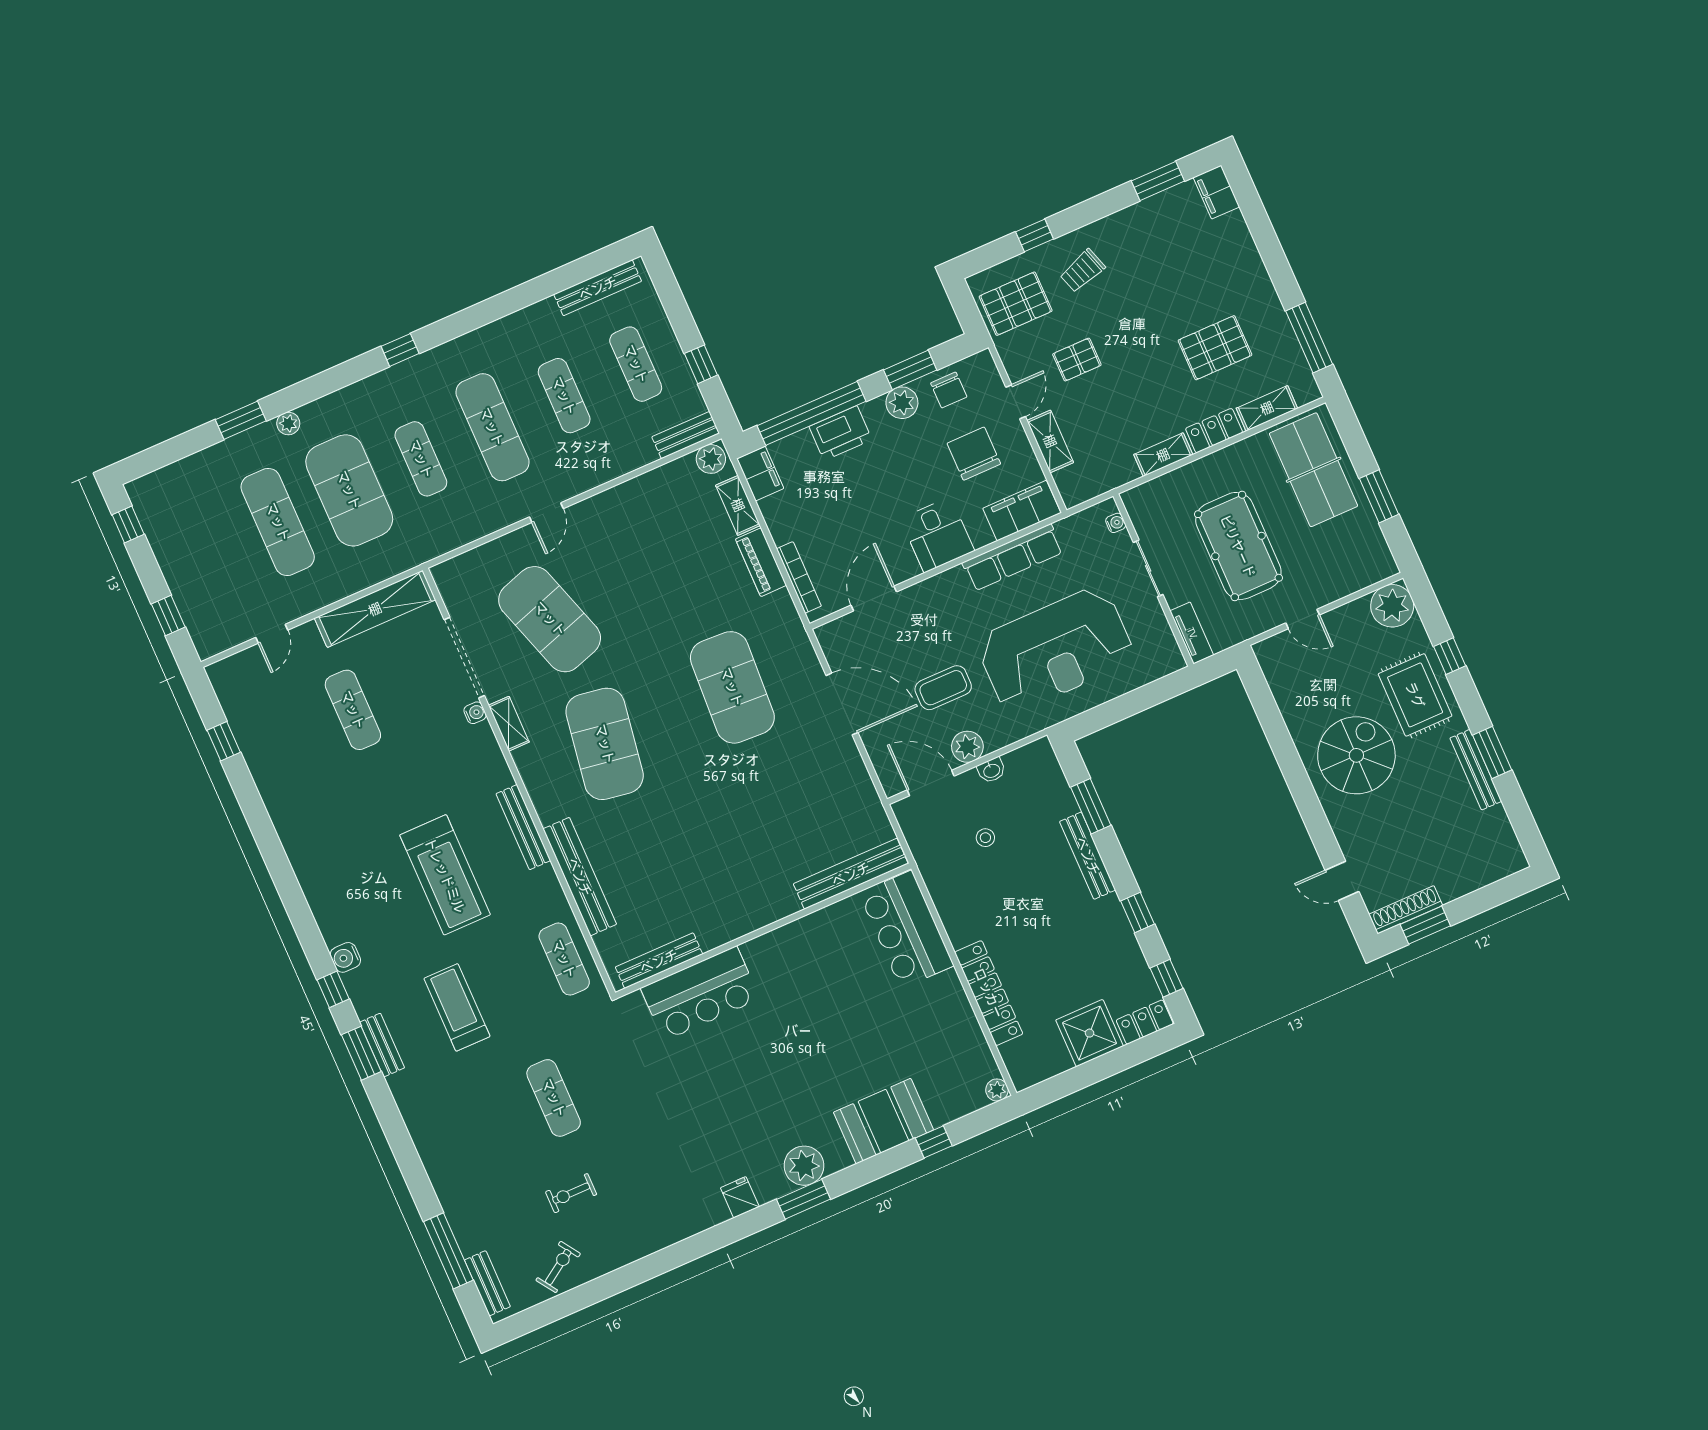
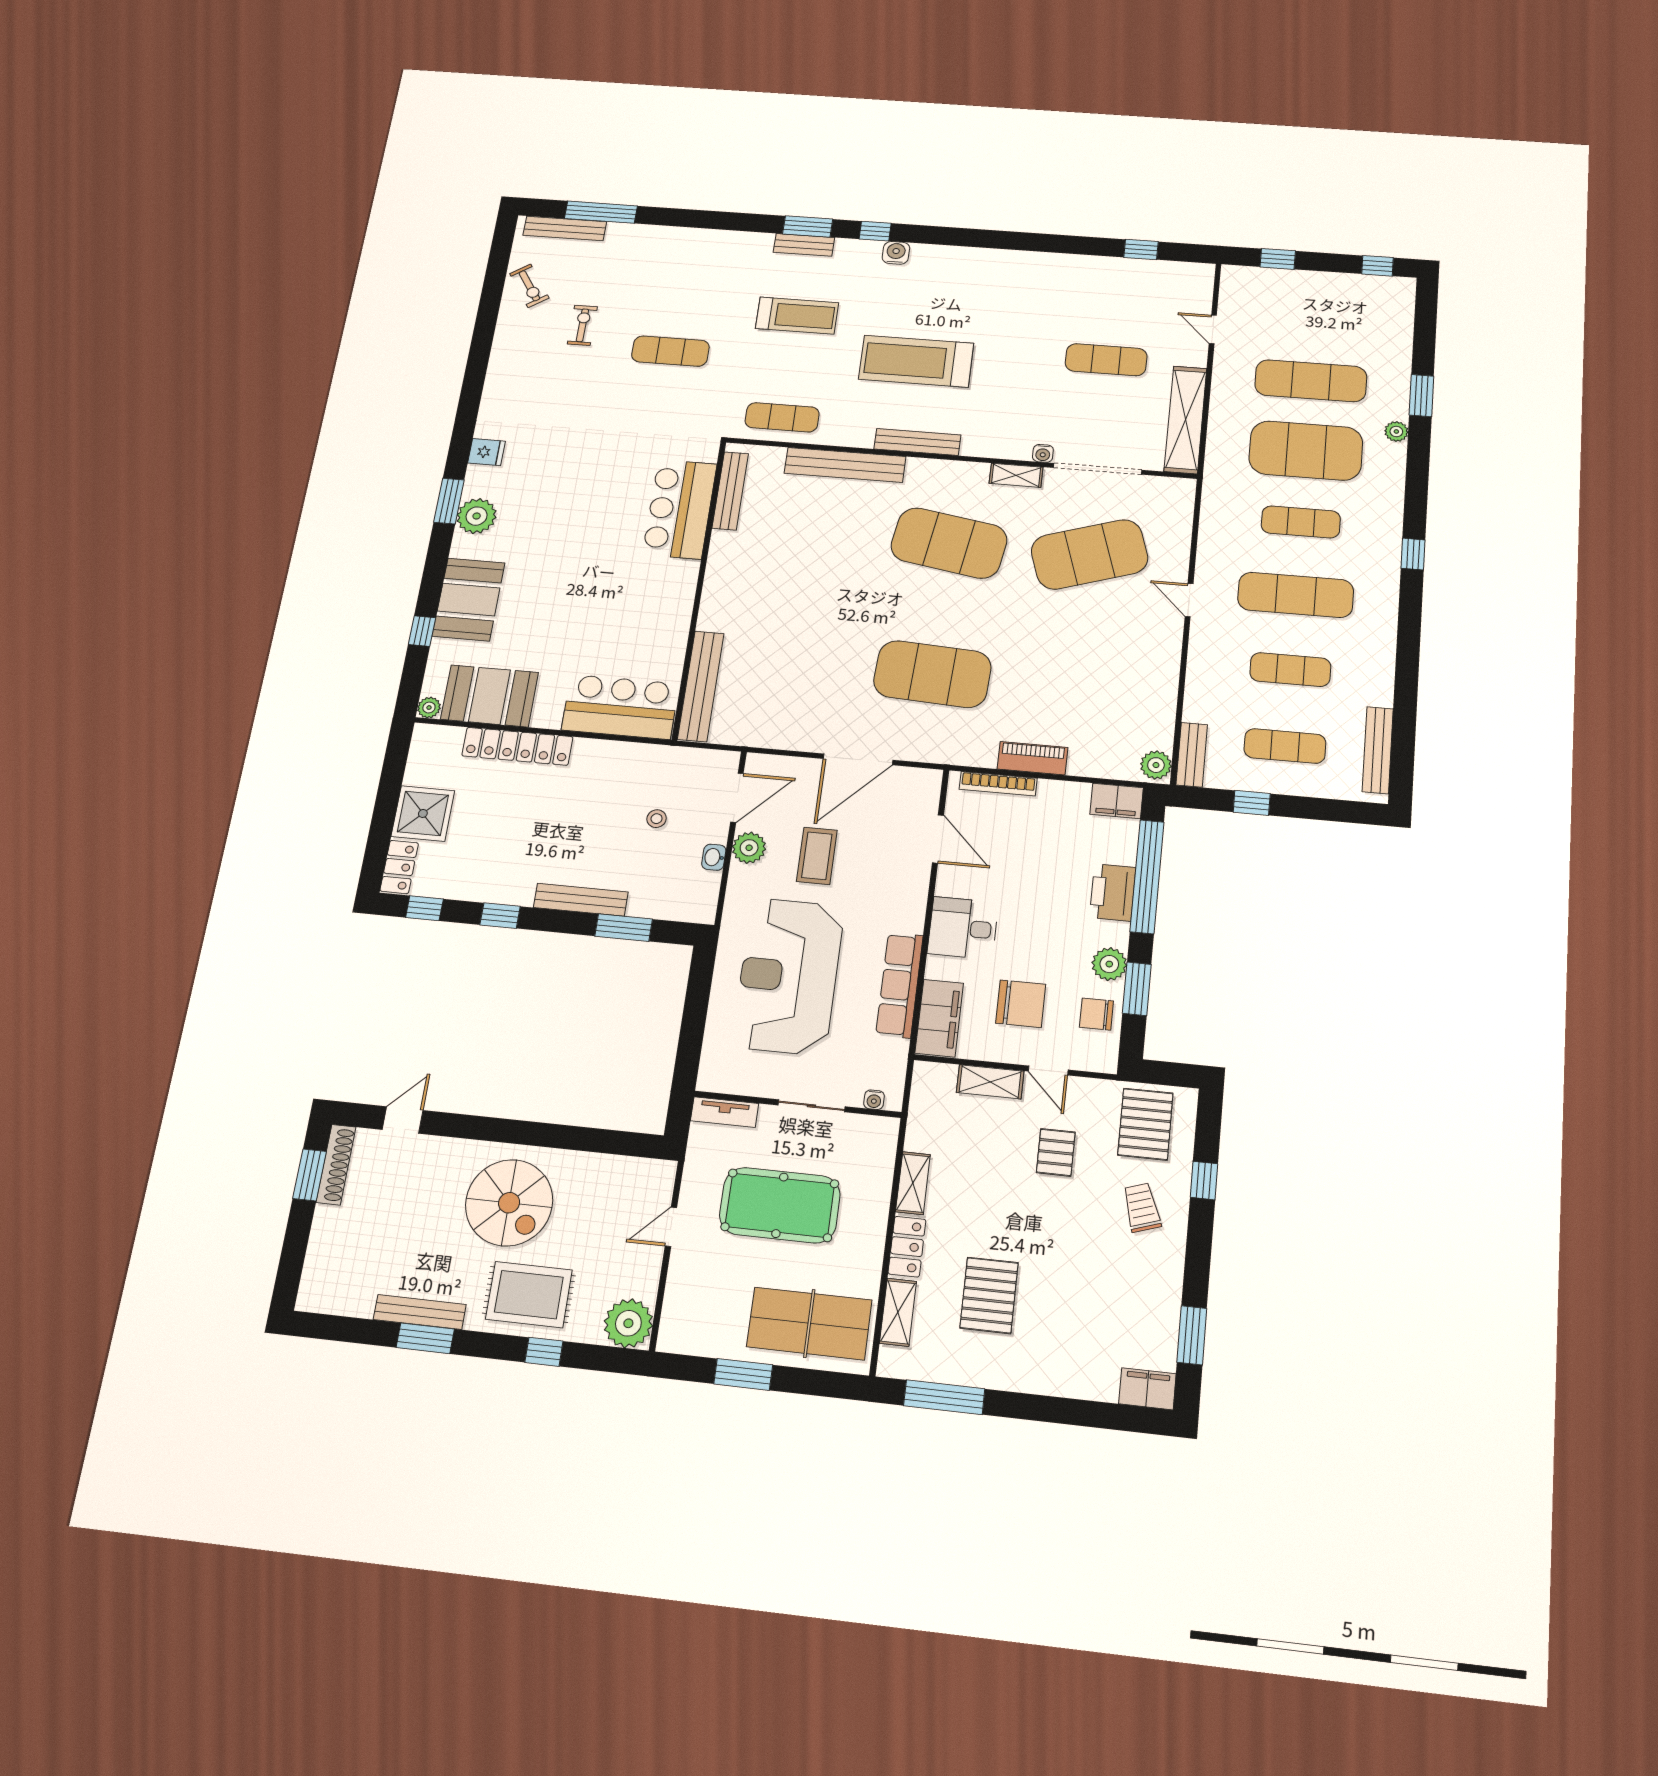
shelving: (738, 505) -> (1098, 766), removed
booth: (958, 1046) -> (489, 696), added
bench: (487, 1283) -> (565, 228), width x1.36

